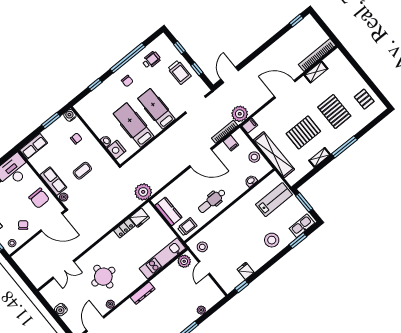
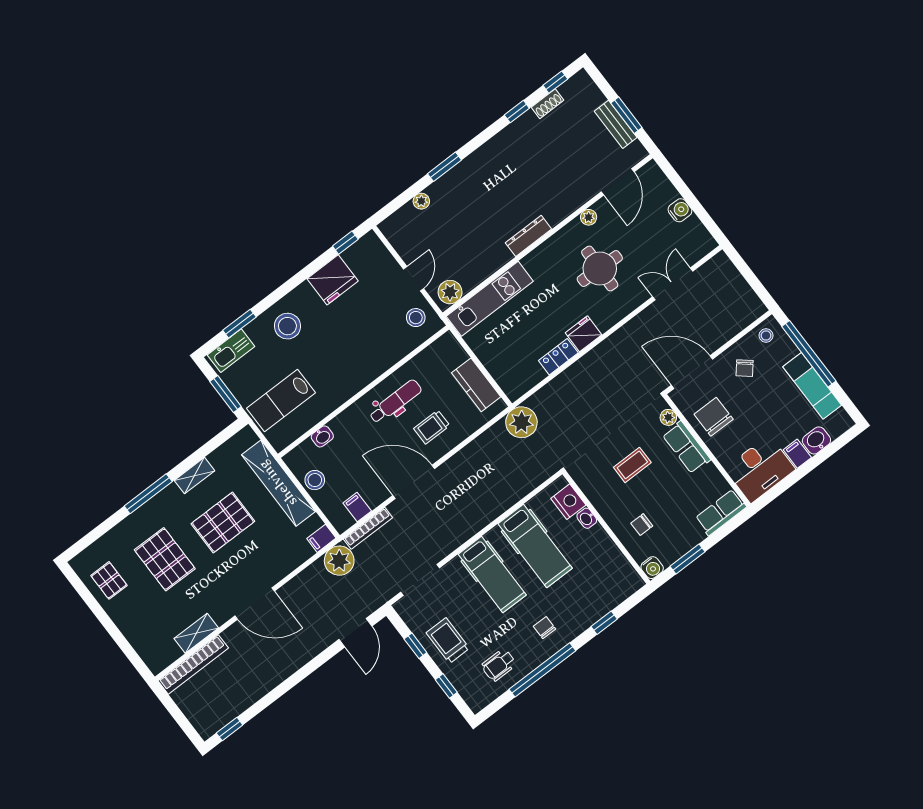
fridge: (140, 218) -> (584, 334), moved
trolley: (187, 227) -> (432, 427), moved
fridge: (246, 271) -> (333, 280), width x1.88, depth x1.34

